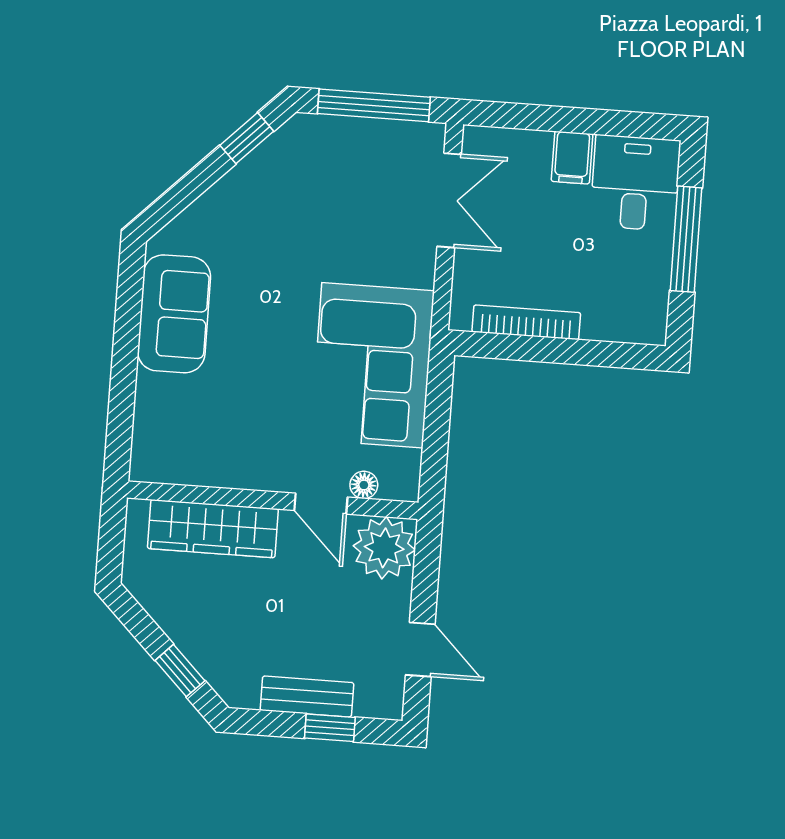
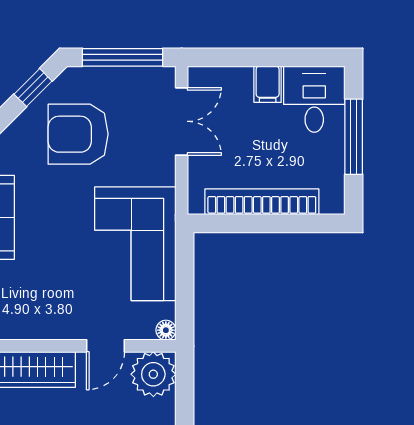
armchair: (304, 208) -> (78, 134), added
bookcase: (526, 322) -> (262, 202), width x1.48, depth x1.31
floor lamp: (364, 485) -> (166, 330), moved
door: (321, 504) -> (105, 346), hinge flipped

